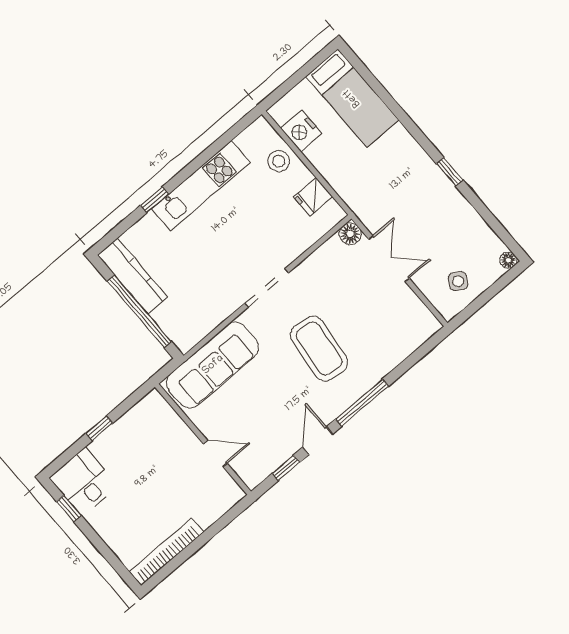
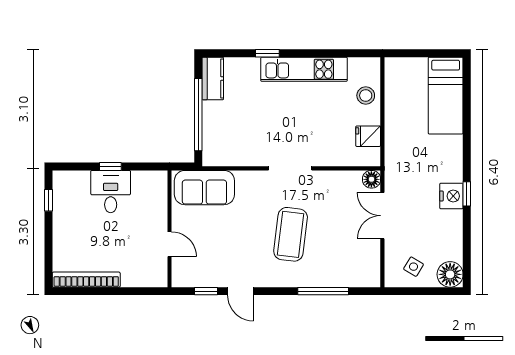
nightstand: (301, 131) -> (451, 196), moved, turned 180
double door: (389, 259) -> (382, 216), swing flipped
floor lamp: (508, 260) -> (450, 274), width x1.89, depth x1.89
kitchen counter: (133, 276) -> (213, 79), width x0.67
sofa: (213, 365) -> (204, 188), width x0.73
window: (362, 403) -> (323, 291), moved
door: (318, 441) -> (240, 291), swing flipped
desk: (84, 482) -> (111, 192), moved

